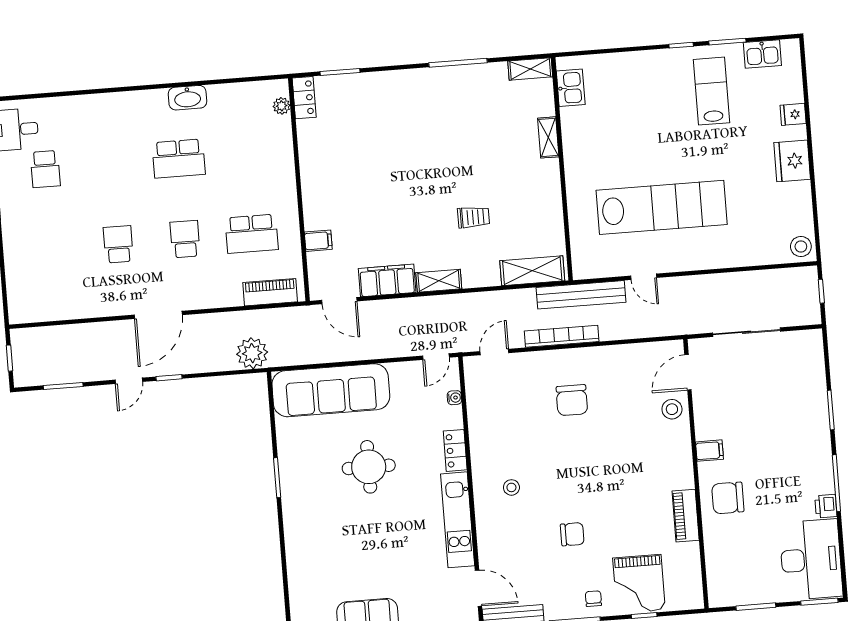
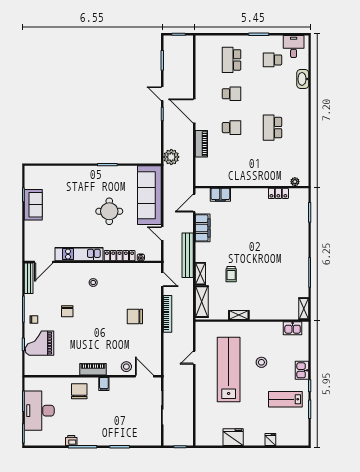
kitchen sink: (762, 54) -> (302, 370), moved
lab bench: (711, 91) -> (285, 399), turned 180
washbasin: (187, 98) -> (303, 79), moved
locker: (304, 98) -> (278, 193), moved
shelving: (548, 137) -> (239, 315), moved
fridge: (792, 161) -> (233, 437), moved
lab bench: (662, 207) -> (229, 369), turned 180
school desk: (252, 234) -> (232, 60), moved
filing cabinet: (318, 241) -> (220, 195), width x2.00
stool: (801, 246) -> (261, 362), moved
shelving: (439, 281) -> (200, 274), moved
piano: (270, 292) -> (201, 144), moved
bench: (581, 295) -> (188, 255), moved
door: (436, 357) -> (162, 234), moved
locker: (455, 450) -> (120, 256), width x1.53
piano: (686, 516) -> (93, 369), moved
desk: (811, 560) -> (39, 411), moved, turned 90

